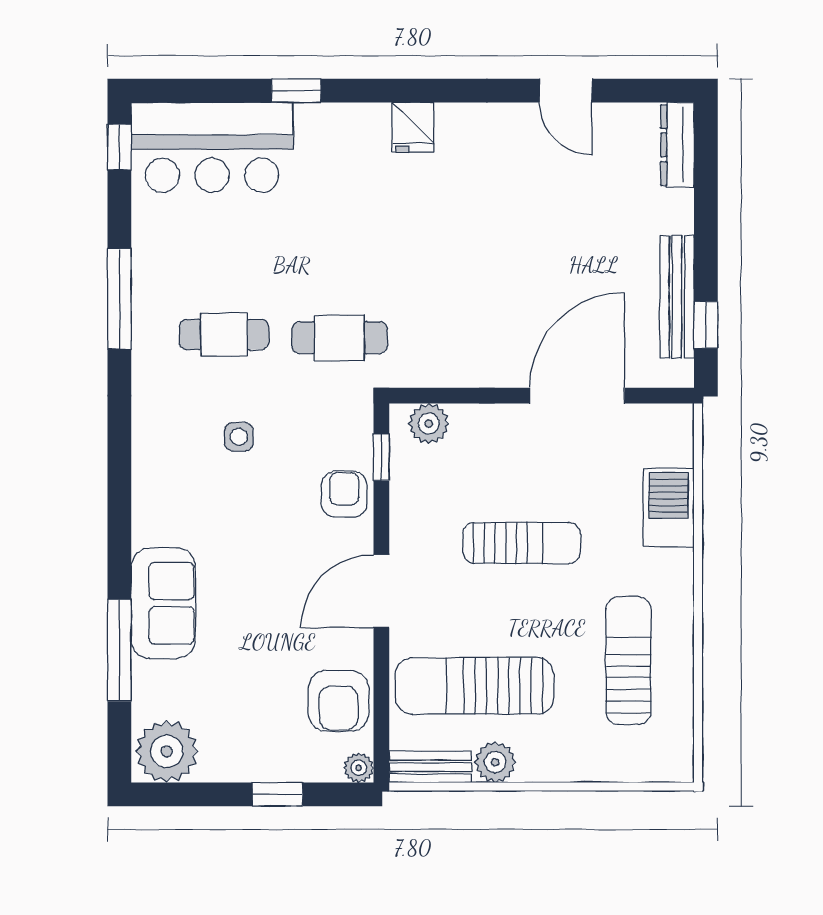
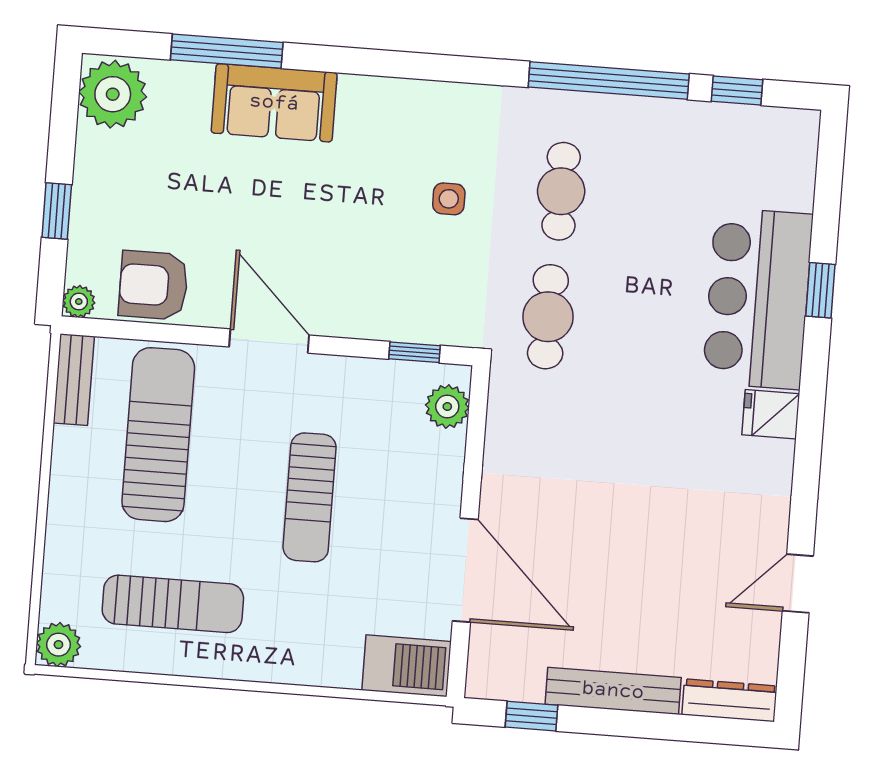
window: (119, 147) -> (737, 90), moved
bar counter: (212, 147) -> (758, 298), moved
bench: (677, 297) -> (613, 691), moved
window: (119, 299) -> (609, 81), width x1.46
armchair: (344, 494) -> (377, 309), removed
barbecue: (669, 507) -> (407, 666), moved
plant: (495, 762) -> (58, 645), moved

